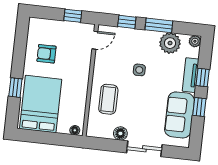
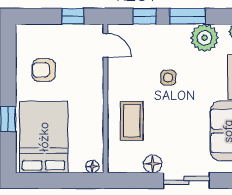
door: (95, 40) -> (105, 45), hinge flipped

